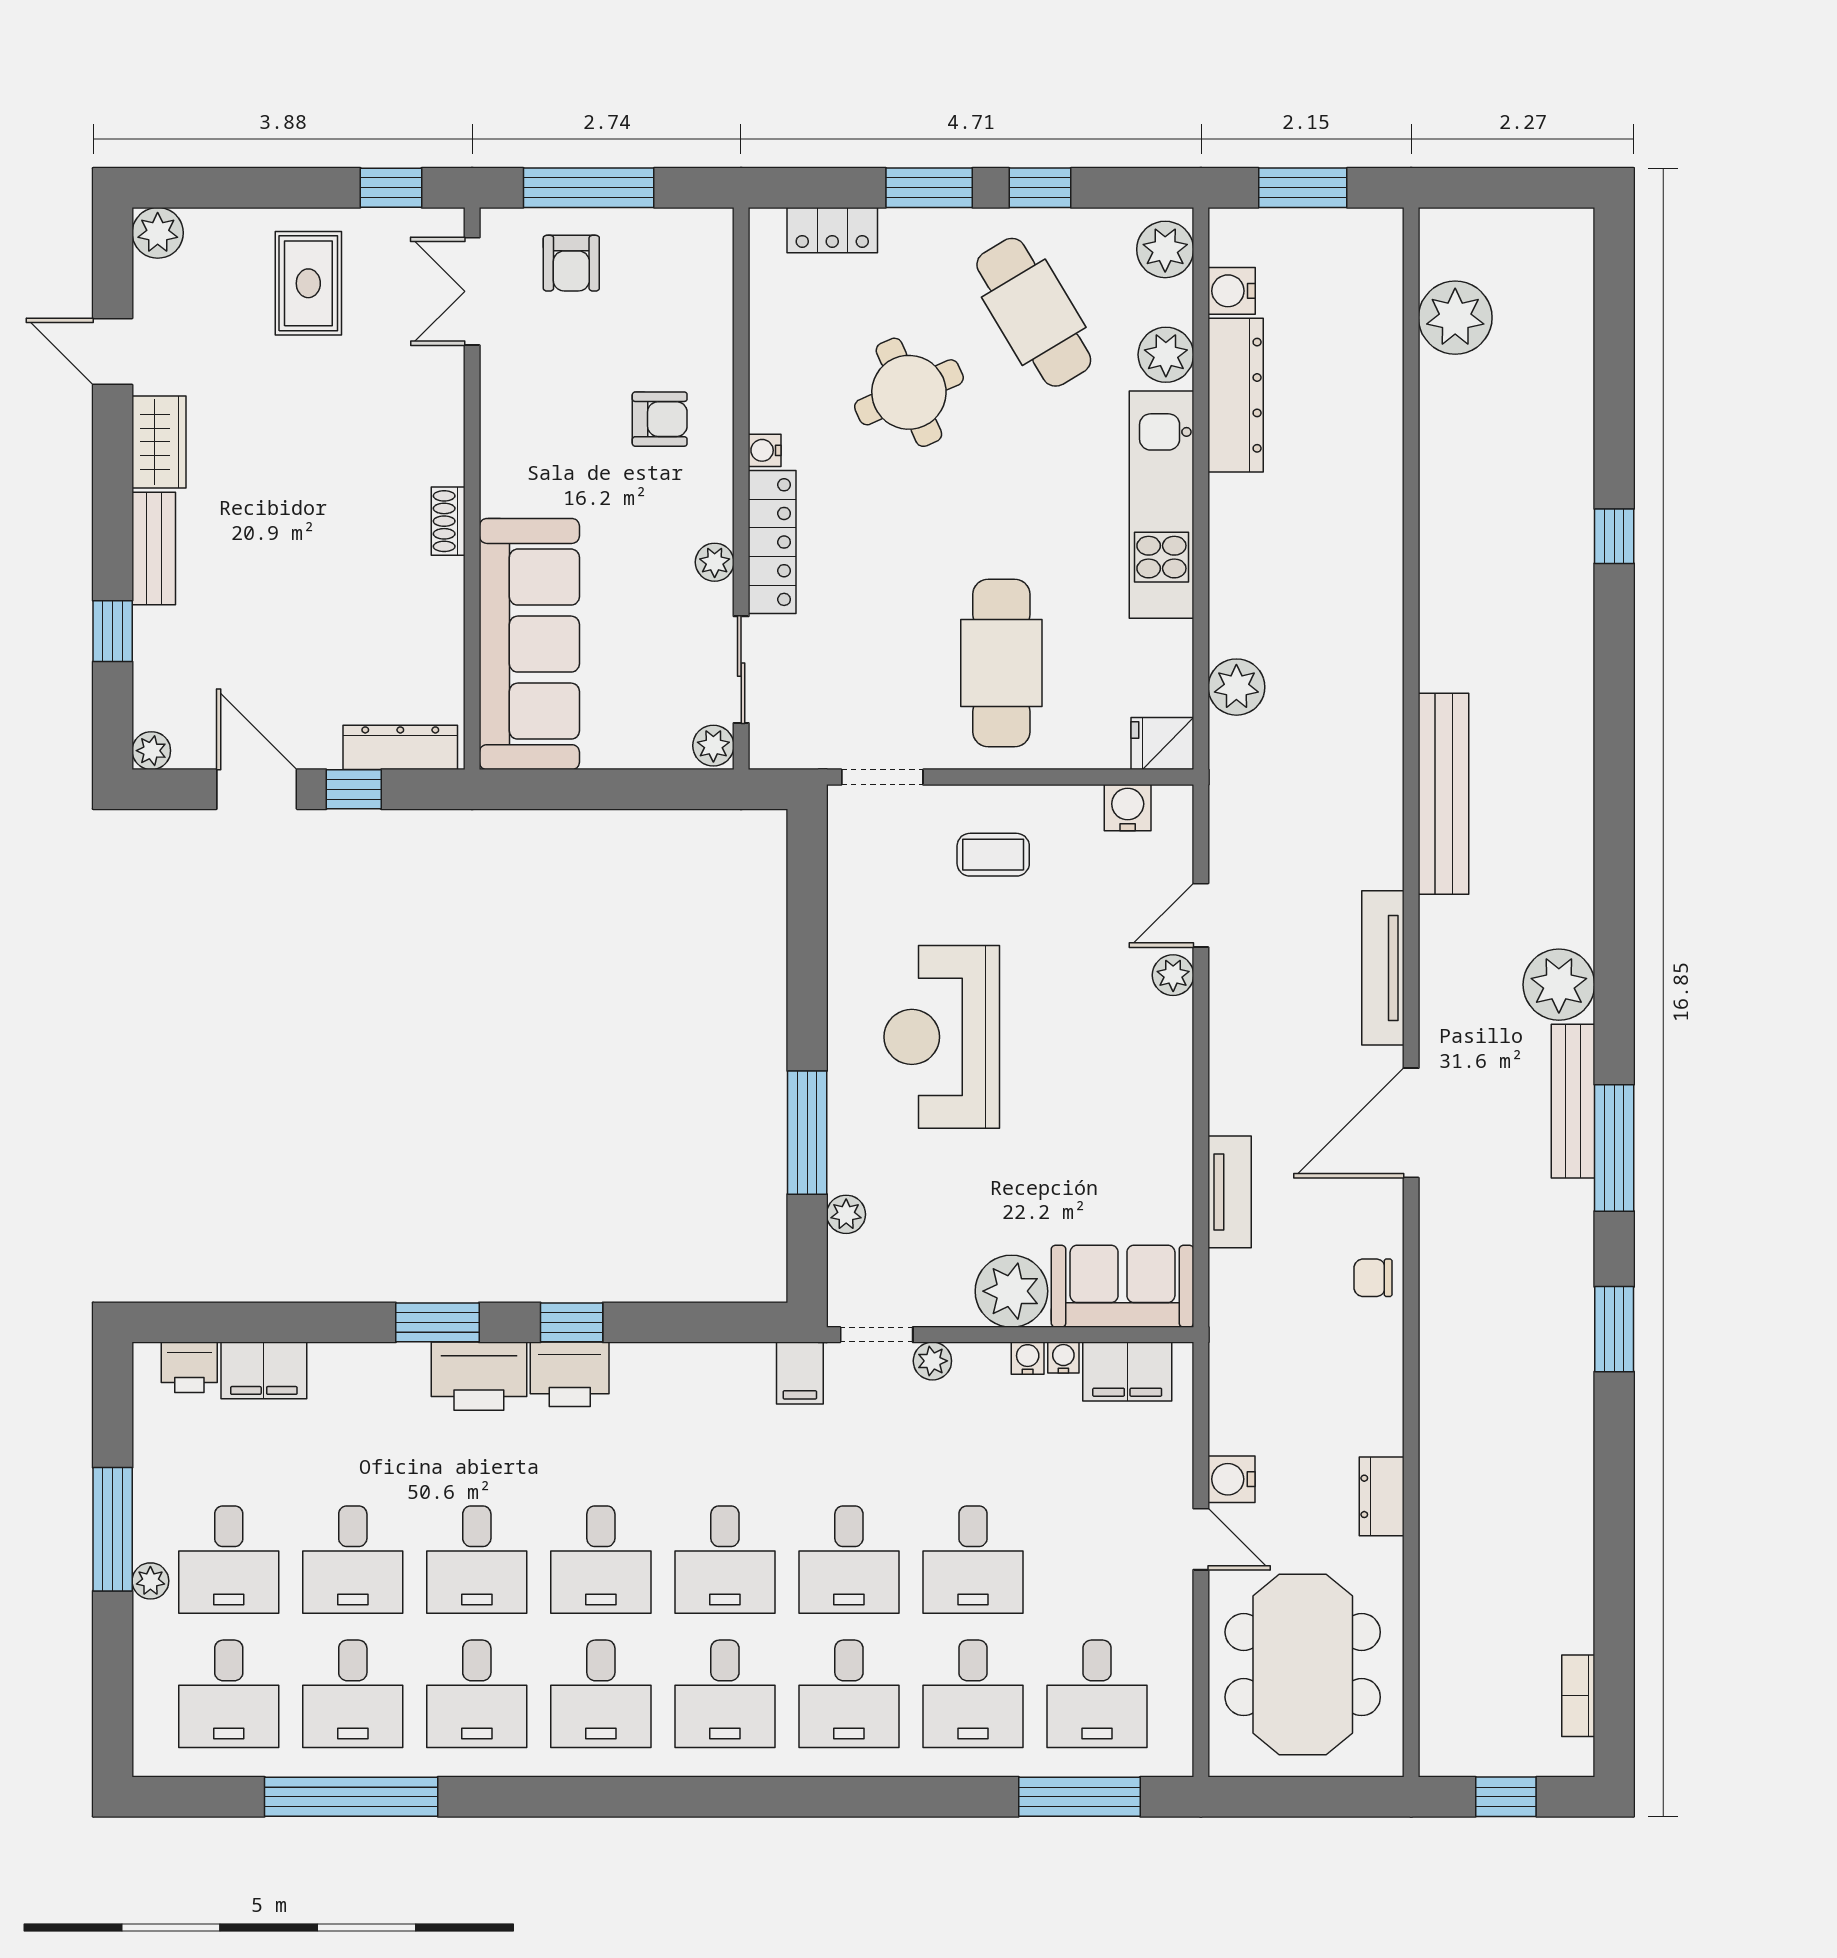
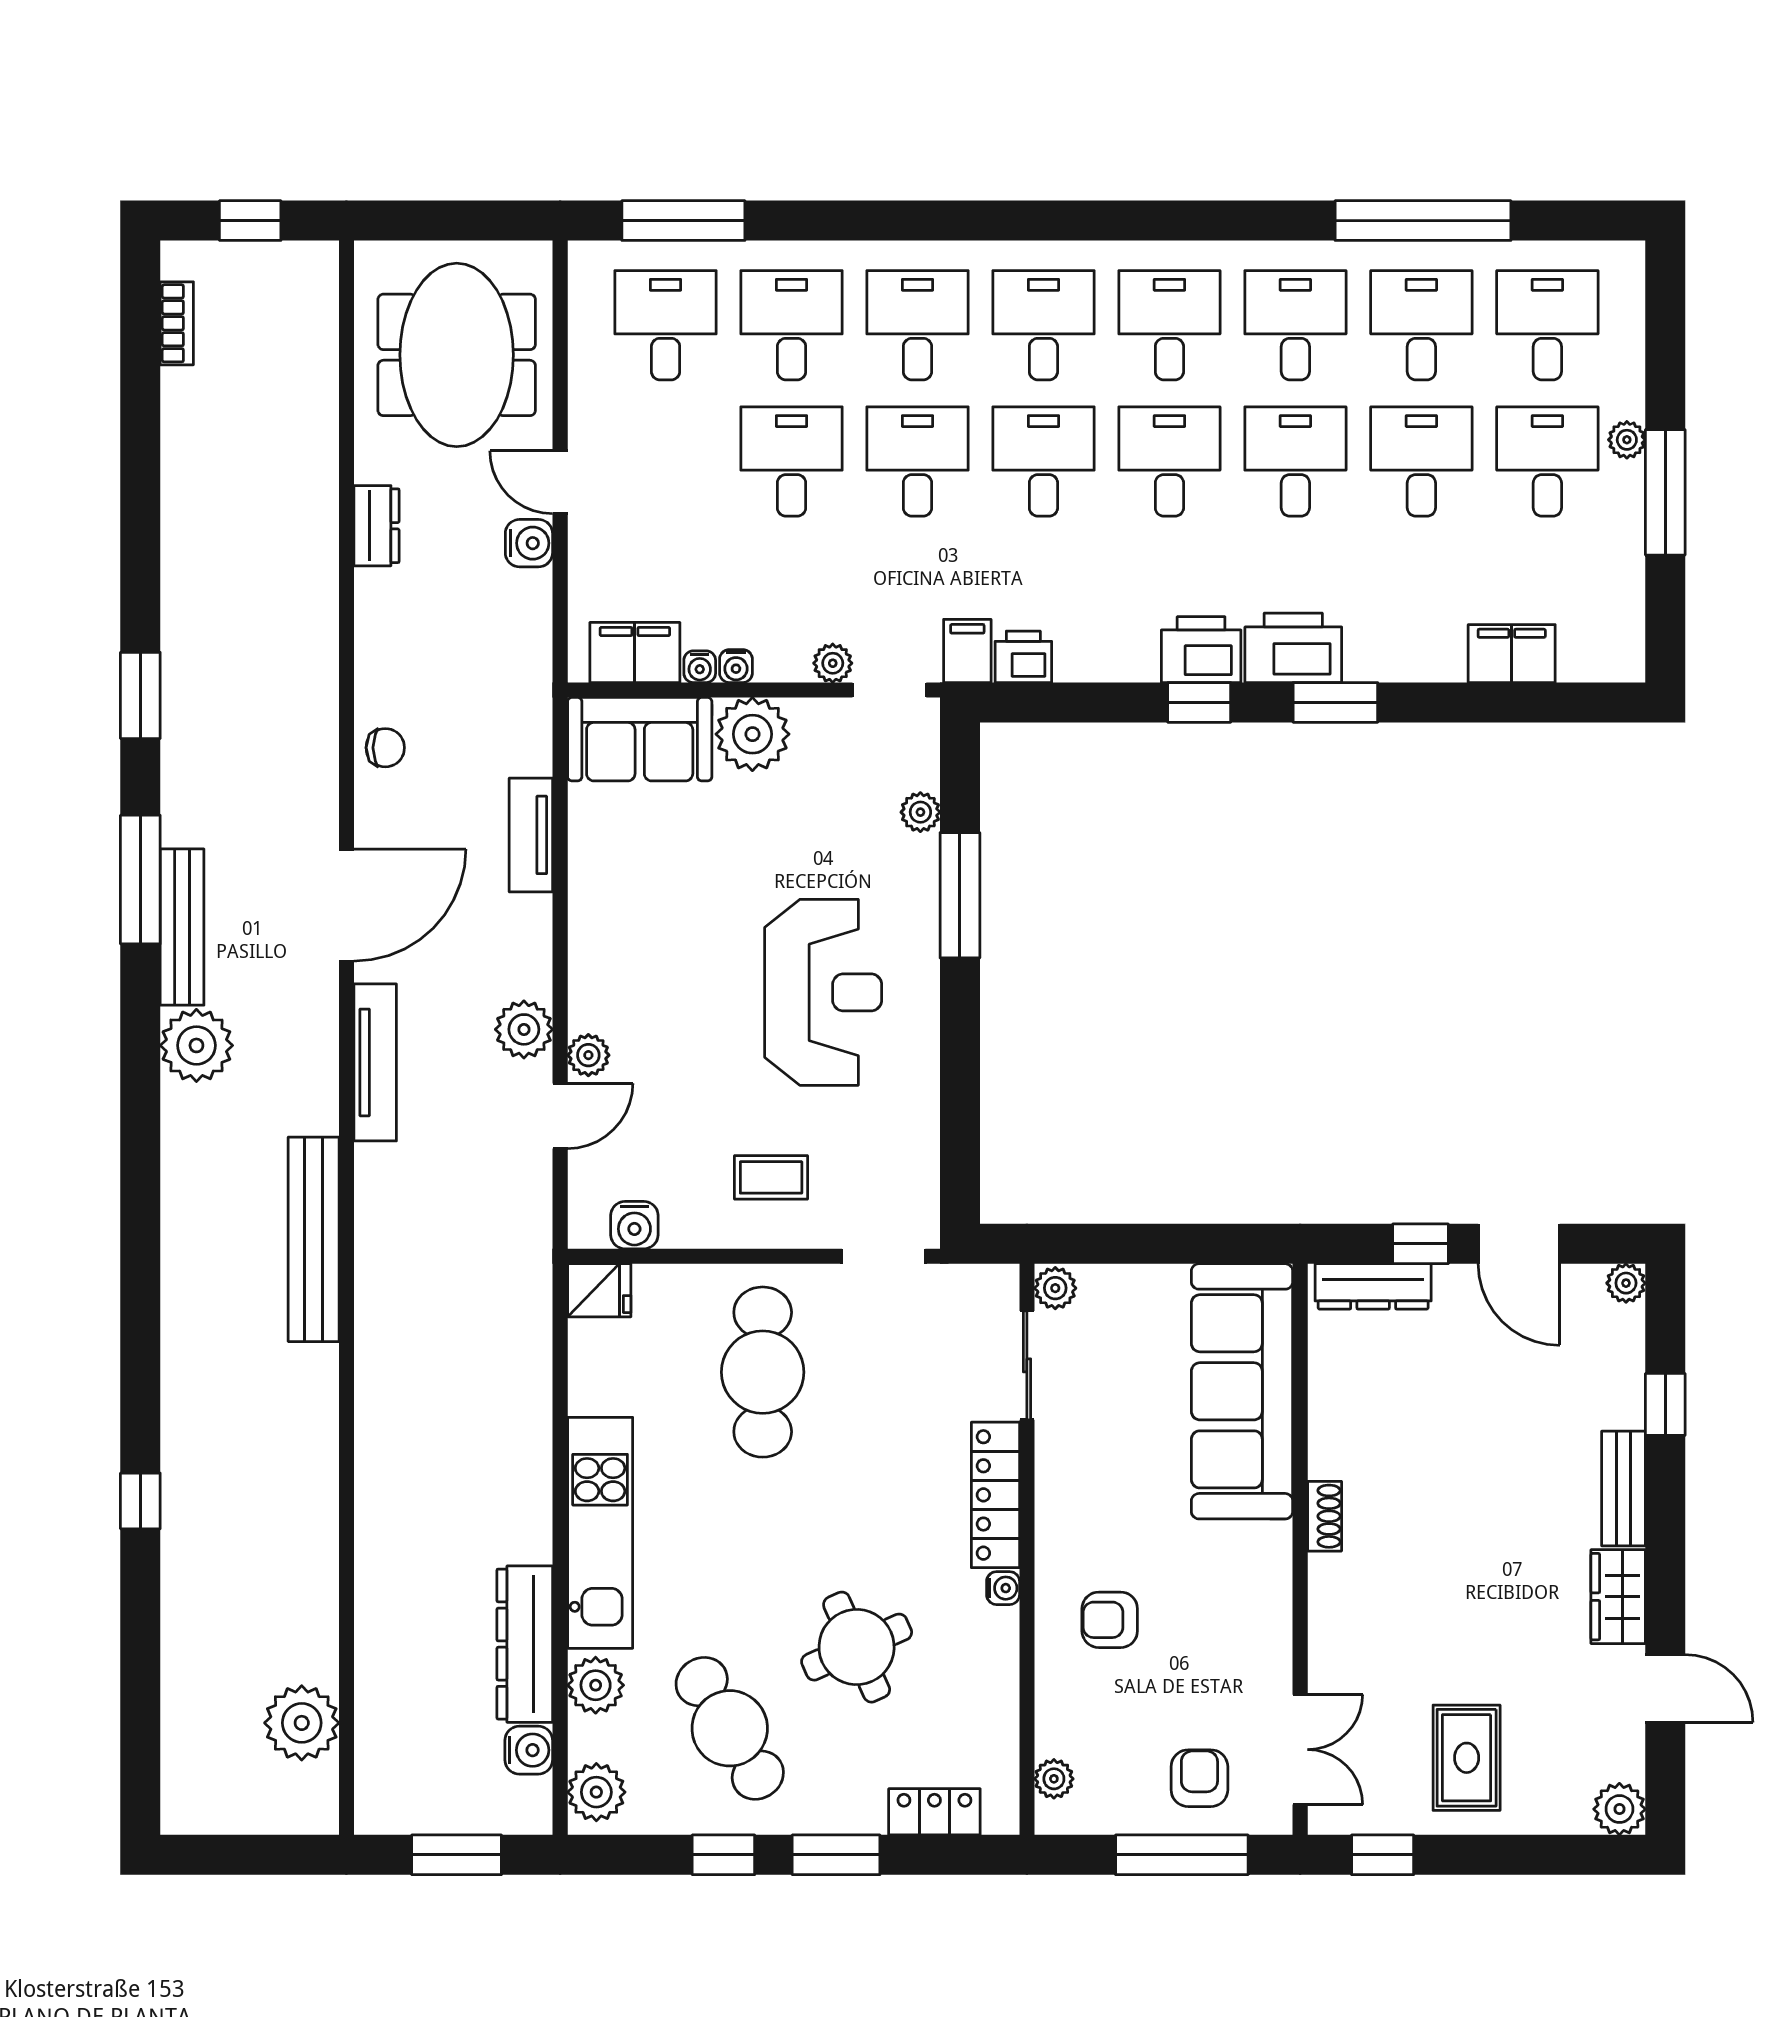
plant: (715, 562) -> (1054, 1779), moved
plant: (1236, 687) -> (524, 1029), moved
printer: (189, 1367) -> (1023, 657), moved

